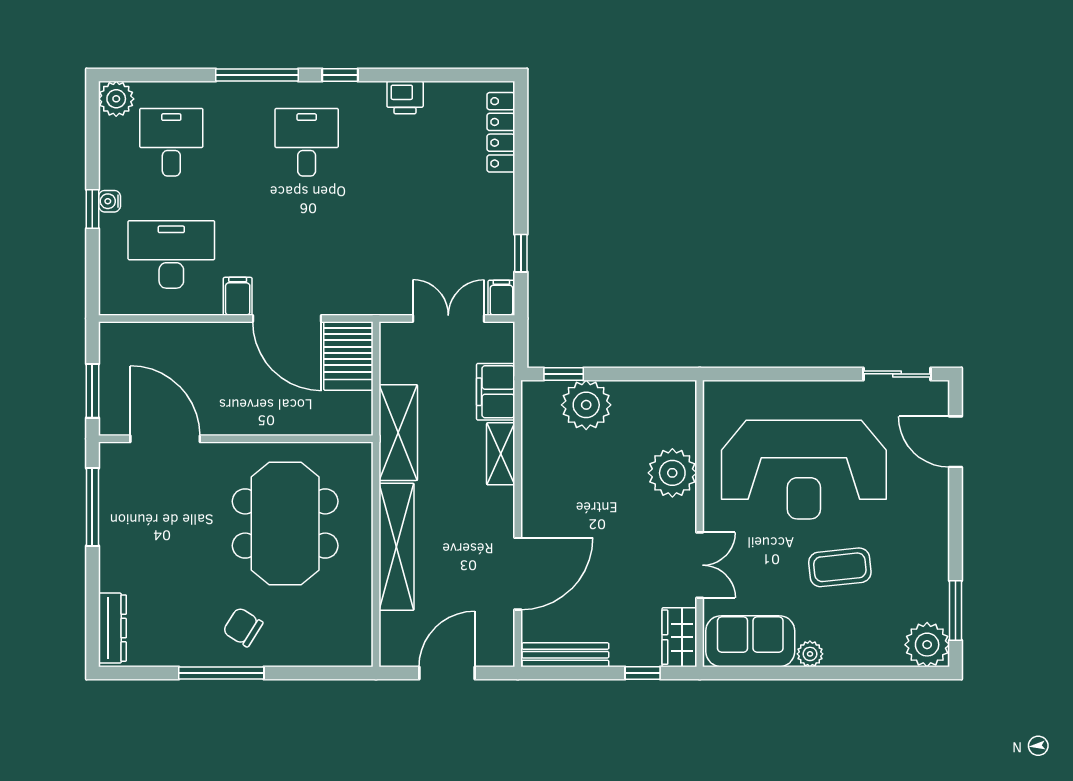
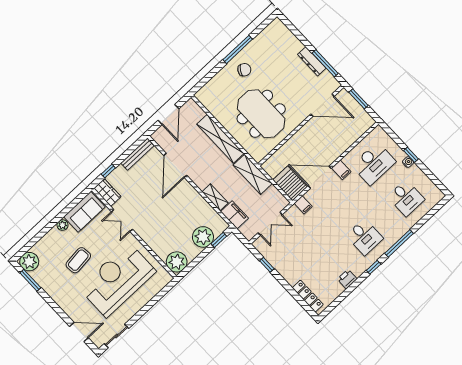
plant: (116, 99) -> (435, 195), removed
filing cabinet: (501, 298) -> (303, 205), moved
plant: (672, 473) -> (177, 262), moved
dresser: (112, 628) -> (312, 61), moved

